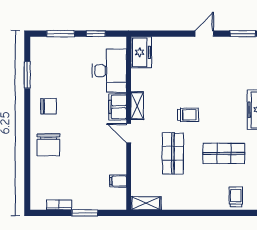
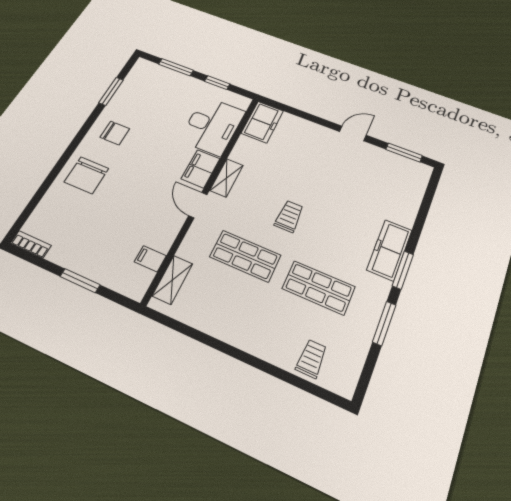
trolley: (188, 115) -> (289, 216), turned -90
shop shelf: (173, 153) -> (245, 256), turned 90
shelving: (146, 203) -> (172, 280), moved, turned 90
bookcase: (59, 205) -> (31, 244), moved

